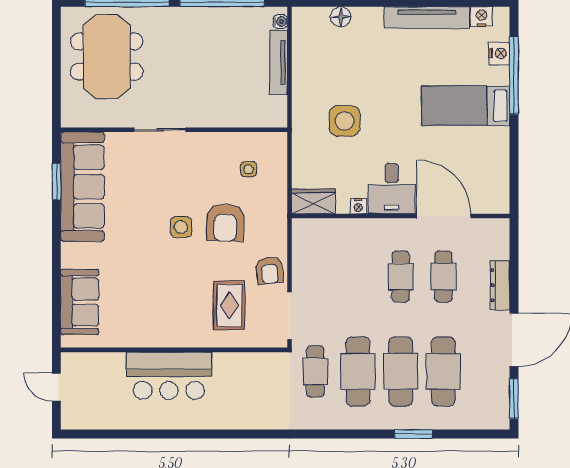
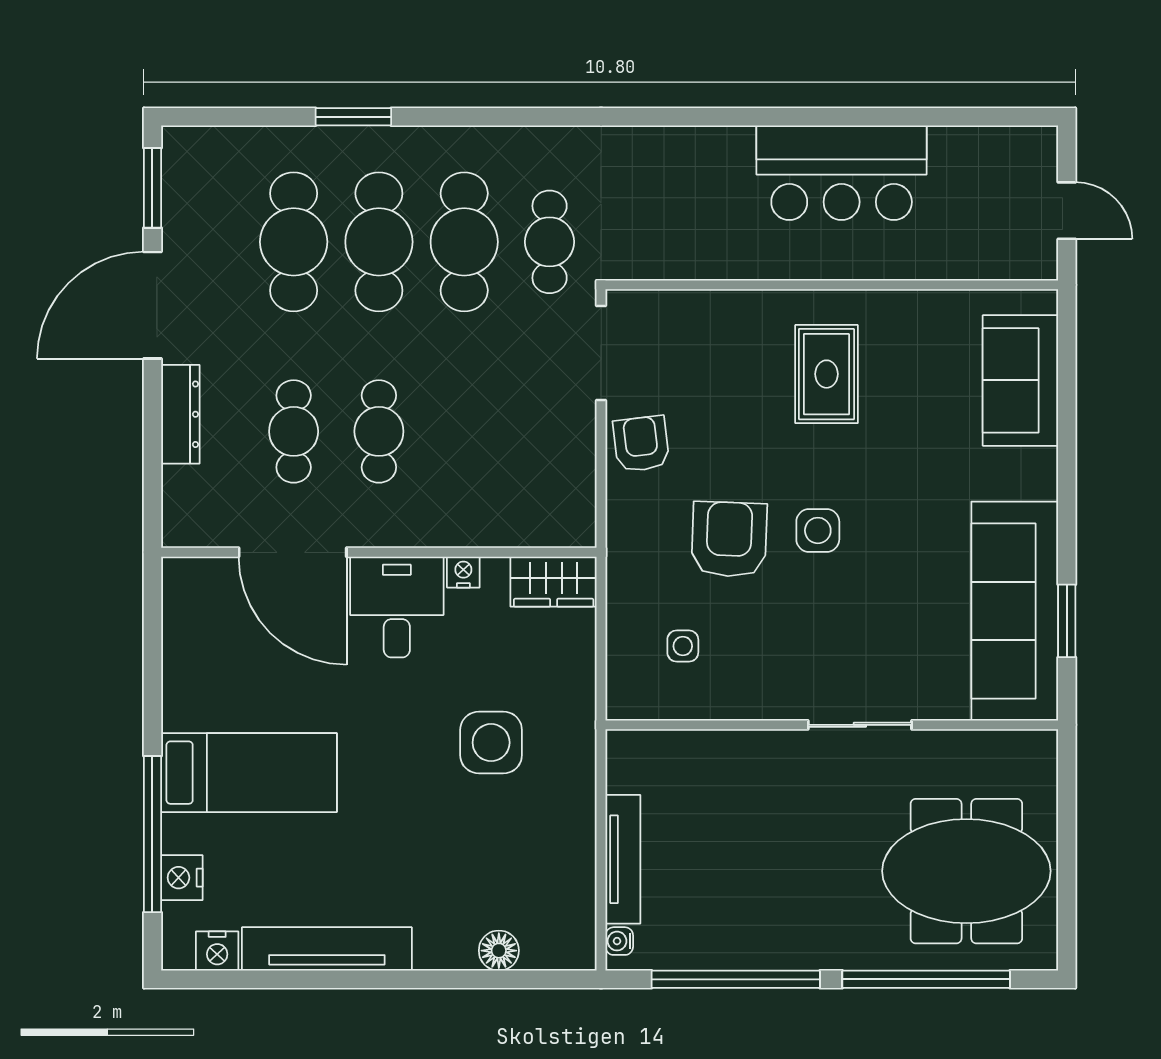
meeting table: (107, 57) -> (966, 871), turned 90
rug: (229, 305) -> (827, 374), moved
bar counter: (169, 376) -> (842, 173), moved, turned 180

